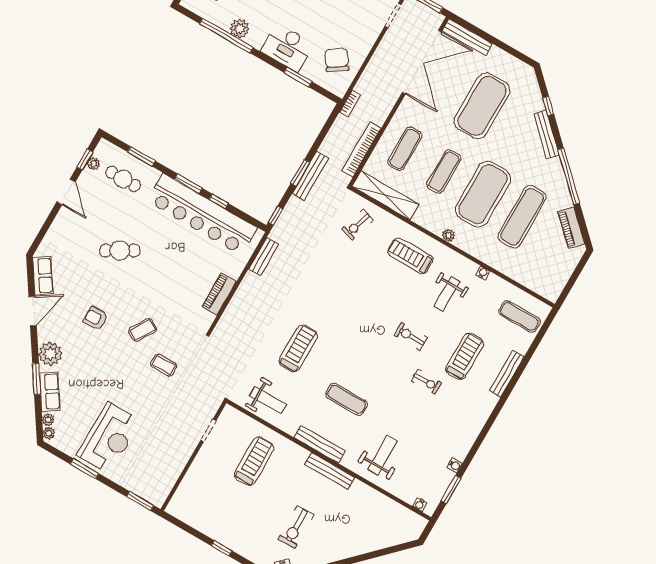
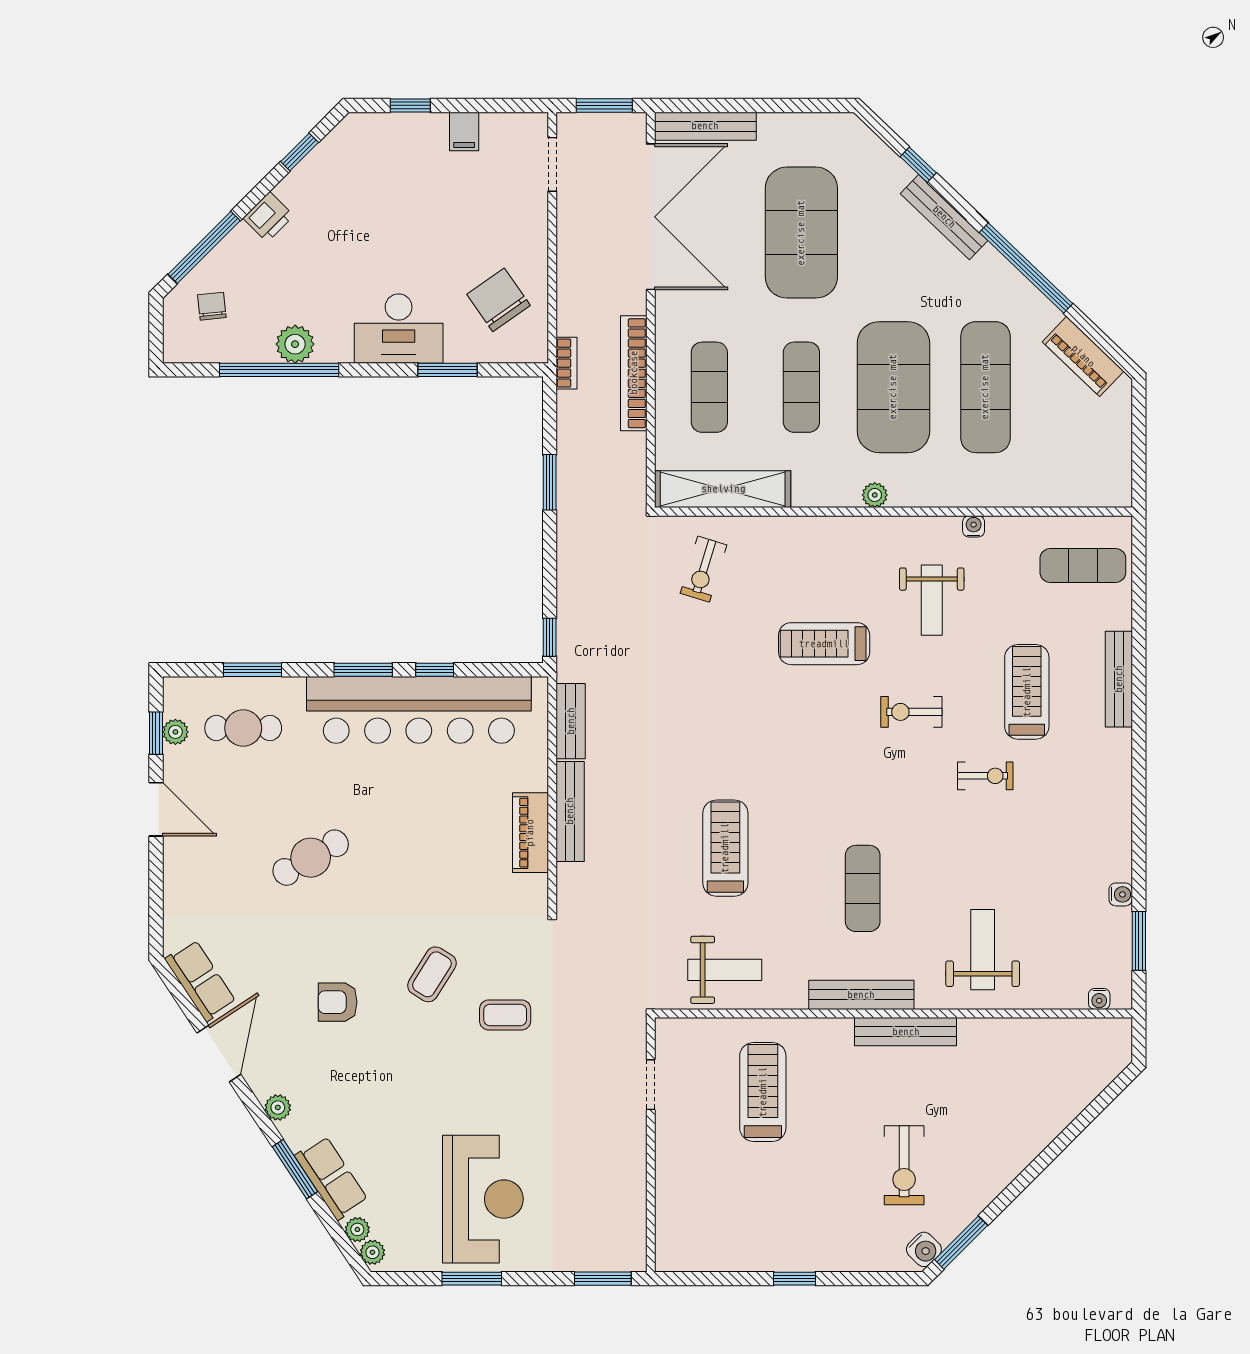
bookcase: (362, 149) -> (634, 373), moved
window: (300, 173) -> (550, 482), moved
bench: (310, 176) -> (570, 811), moved
treadmill: (410, 256) -> (824, 644), moved
plant: (50, 354) -> (278, 1107), width x0.53, depth x0.53
exercise mat: (347, 399) -> (863, 888), turned 90

